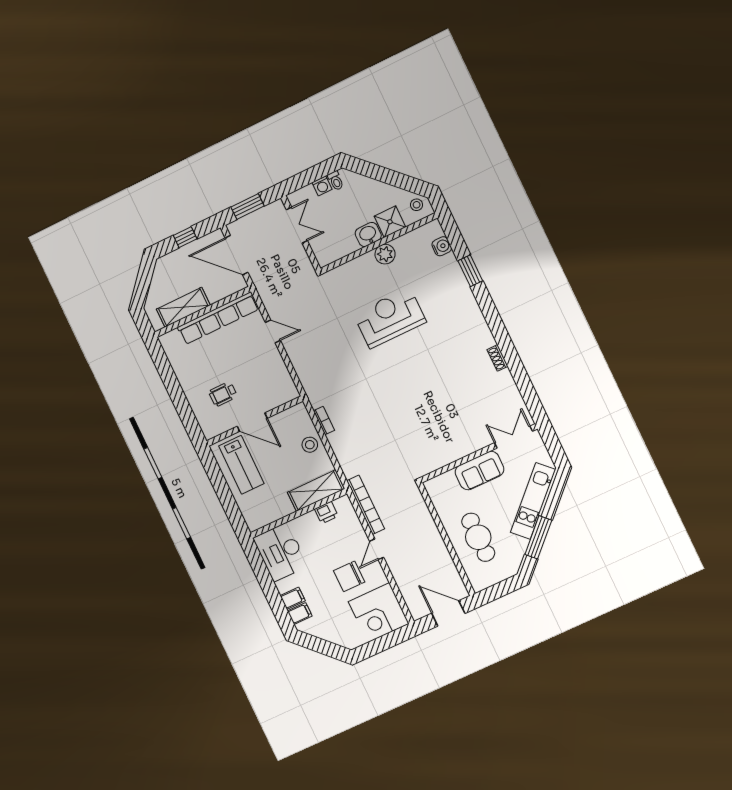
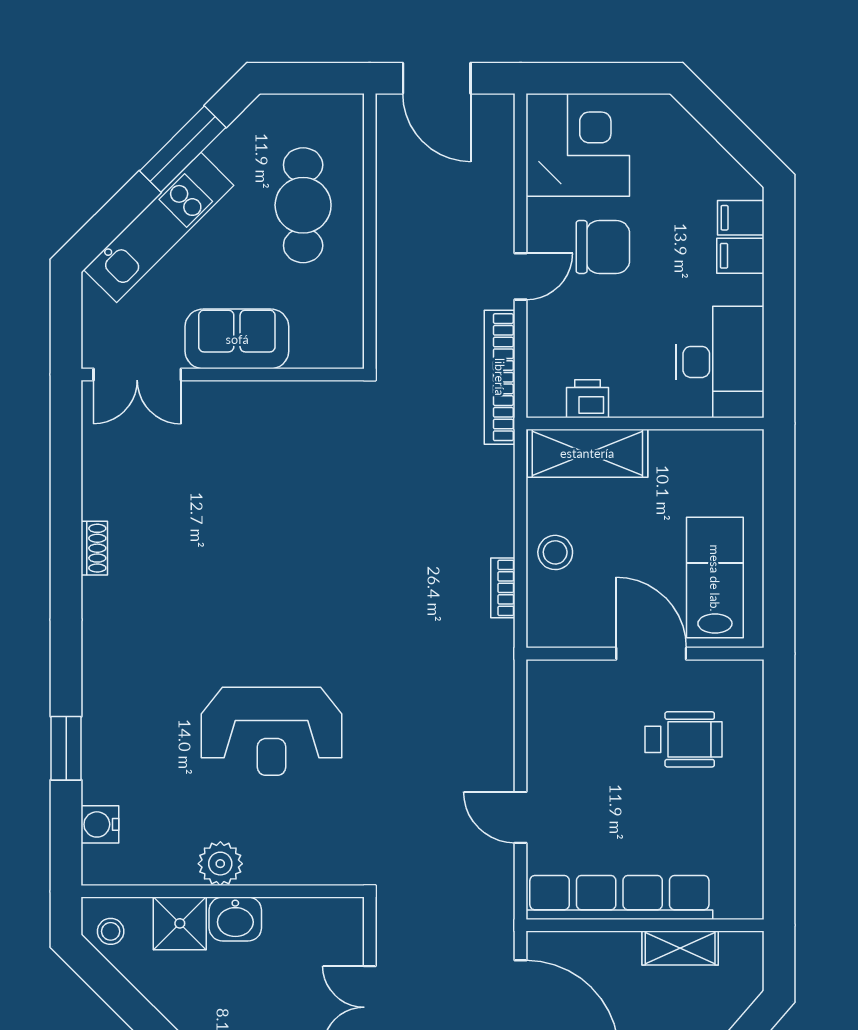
shelving: (183, 307) -> (680, 948), width x0.67, depth x0.75
wheelchair: (223, 394) -> (684, 739), width x1.36, depth x1.37

